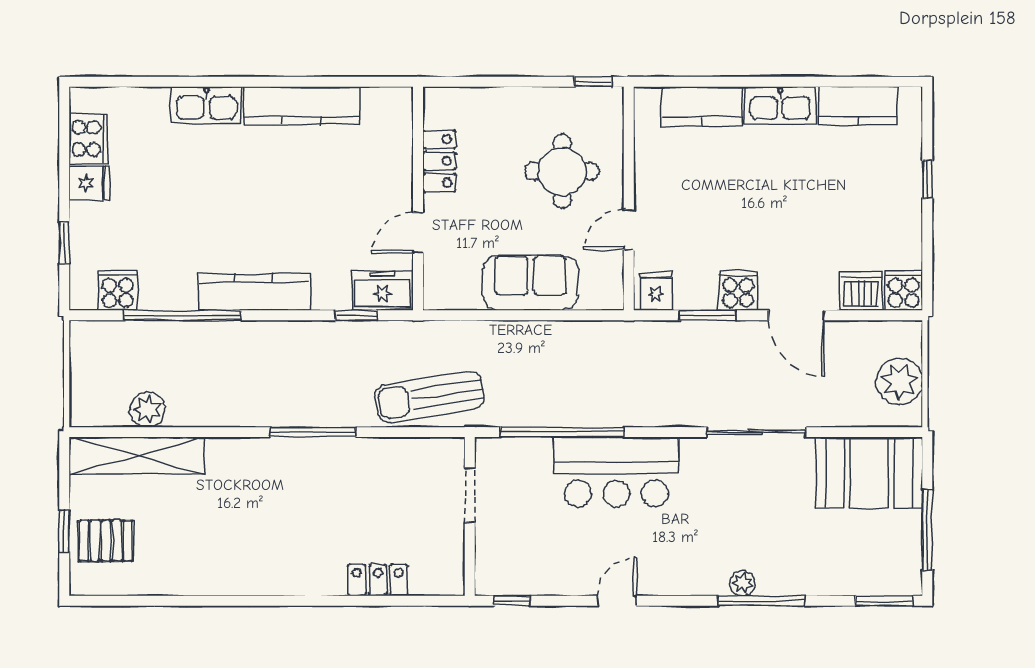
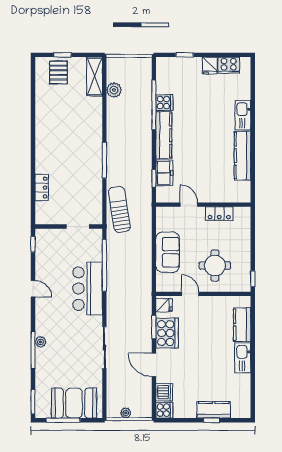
kitchen counter: (857, 106) -> (214, 410), moved, turned 90
cooker: (118, 290) -> (164, 103), moved
cooker: (738, 290) -> (167, 333), width x1.87, depth x1.31
freezer: (383, 291) -> (164, 173), moved
door: (796, 315) -> (154, 365), hinge flipped
plant: (899, 382) -> (126, 413), width x0.53, depth x0.53
shelving: (137, 455) -> (95, 76), width x0.68
booth: (869, 473) -> (74, 403), moved, turned 90

